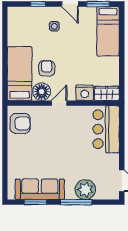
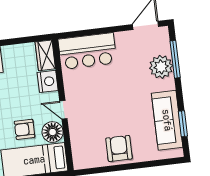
armchair: (20, 123) -> (119, 148), moved
window: (76, 202) -> (175, 59), moved

